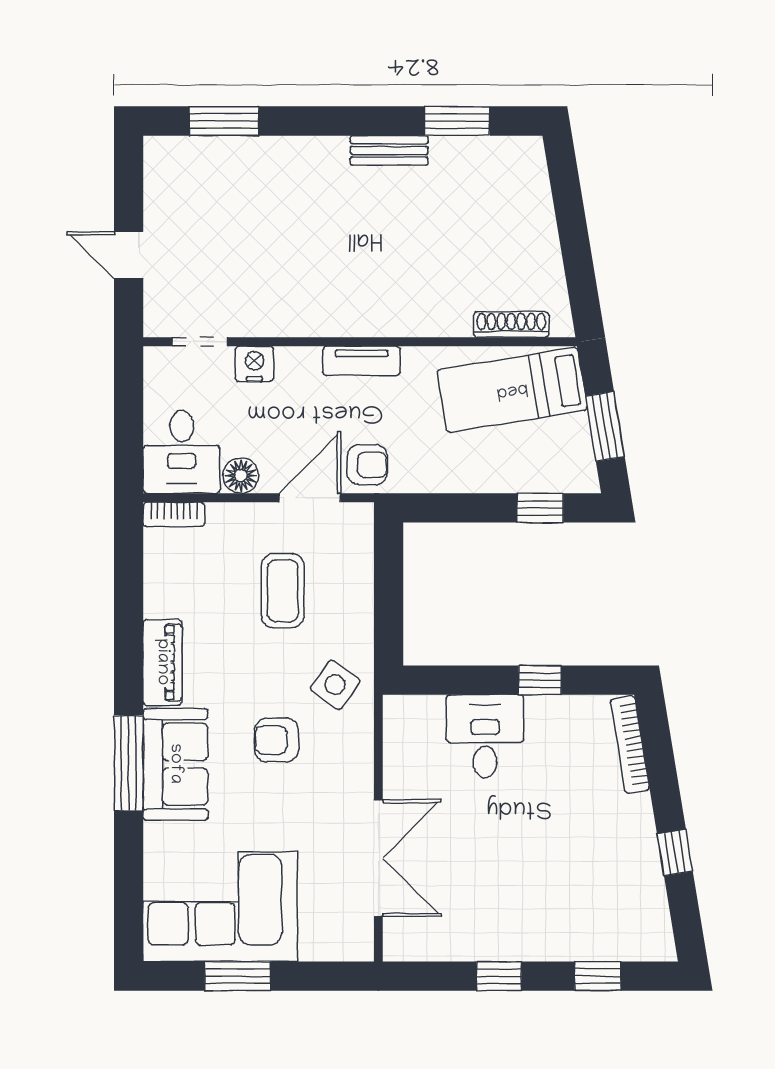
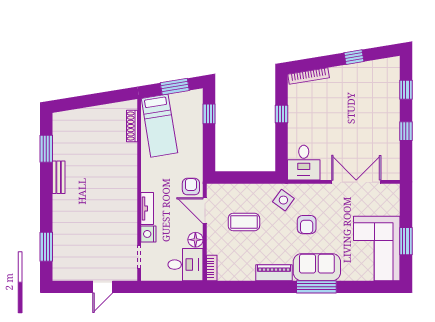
tv unit: (362, 361) -> (147, 208), moved
desk: (485, 736) -> (304, 163), moved, turned -90

